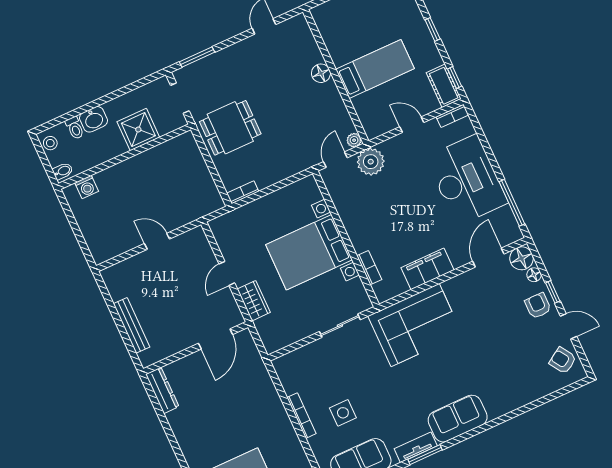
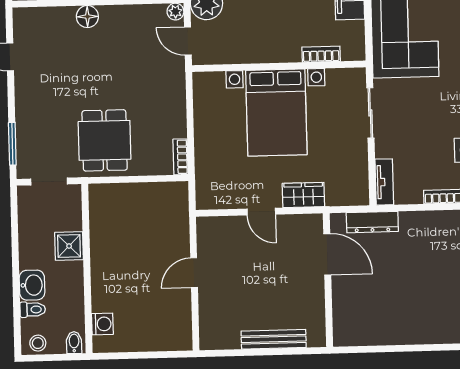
shower: (138, 129) -> (69, 246), width x0.73, depth x0.73
tv unit: (291, 359) -> (384, 182), added
dresser: (162, 390) -> (372, 222), moved, turned 180

